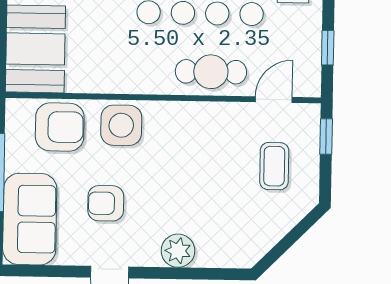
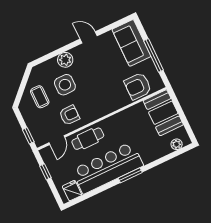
side table: (121, 125) -> (65, 85), moved
coffee table: (274, 166) -> (40, 97), moved
armchair: (106, 203) -> (69, 115), moved

